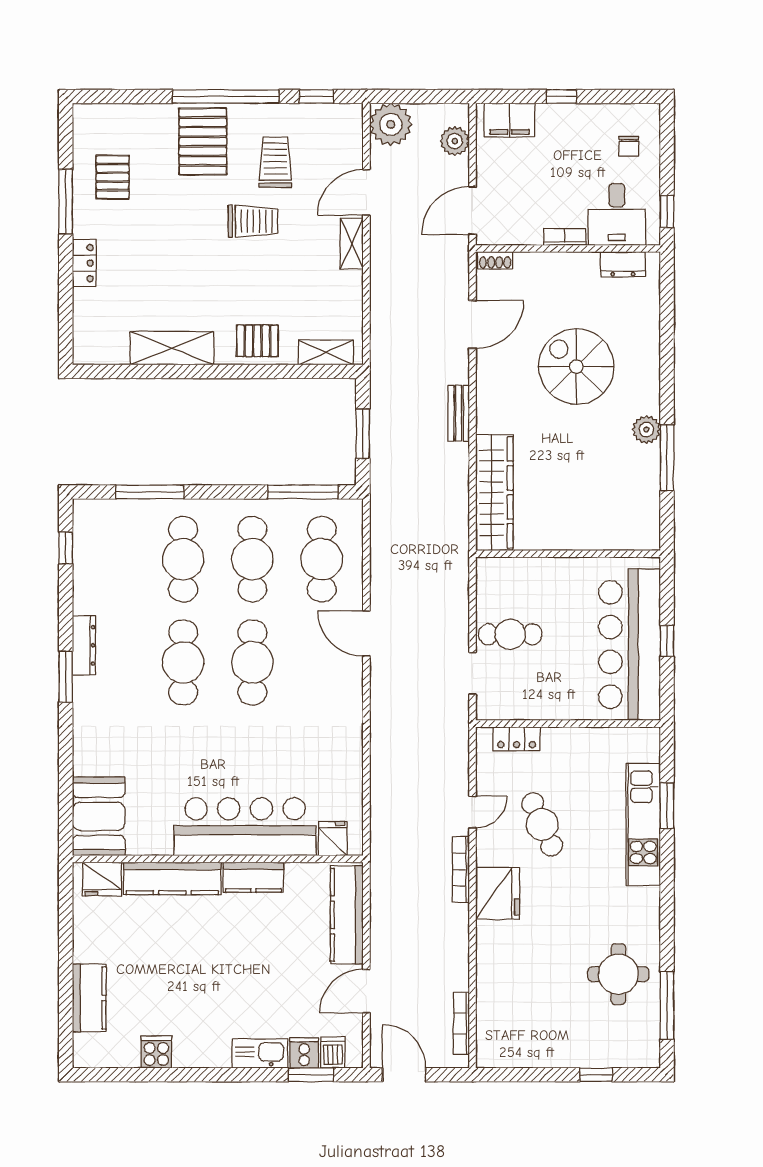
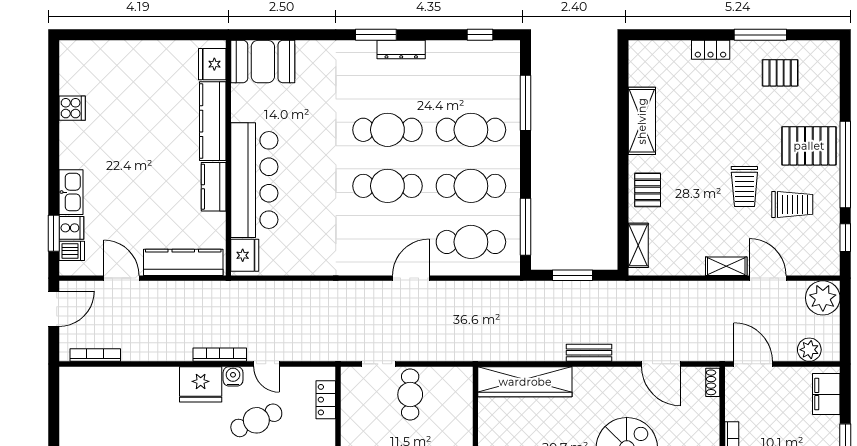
fridge: (333, 839) -> (245, 255), width x1.38
water cooler: (488, 853) -> (233, 376), added
kitchen counter: (89, 998) -> (116, 54), removed

